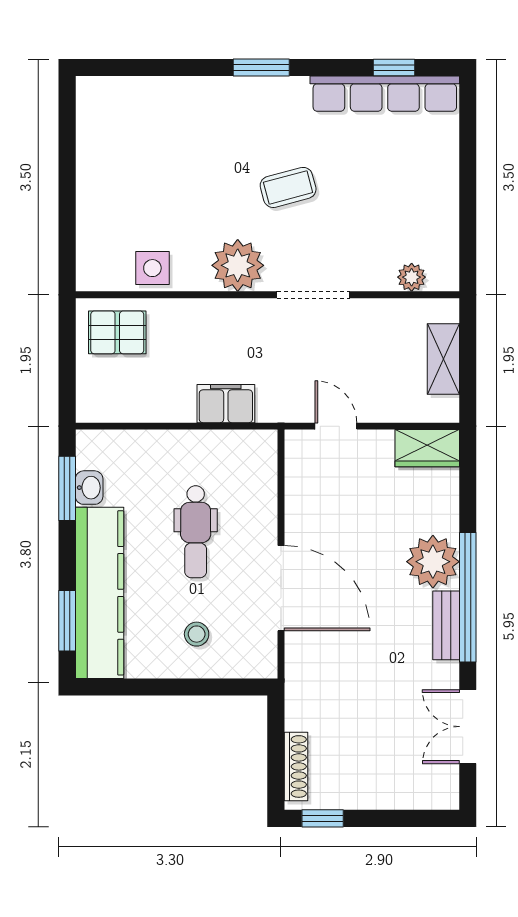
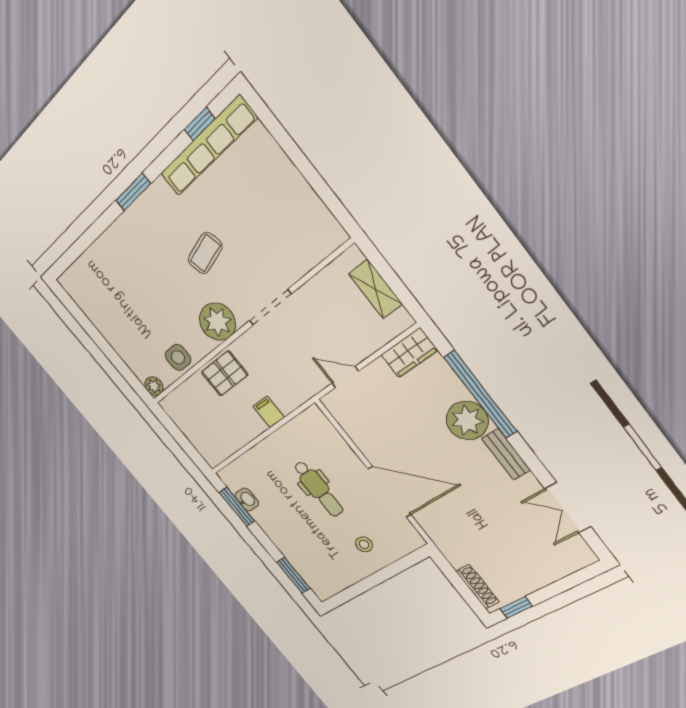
plant: (412, 277) -> (154, 386), moved
pallet: (117, 332) -> (225, 373), moved
filing cabinet: (226, 404) -> (269, 412), width x0.50
kitchen counter: (100, 593) -> (297, 552), removed
window: (468, 597) -> (480, 394), moved

